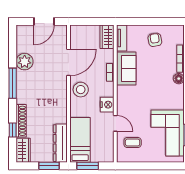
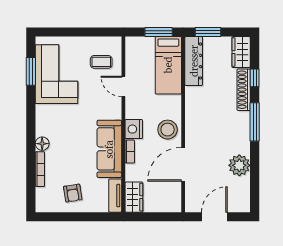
sofa: (126, 68) -> (109, 149), width x1.36
window: (13, 83) -> (255, 122), moved
nightstand: (107, 105) -> (134, 129), moved

